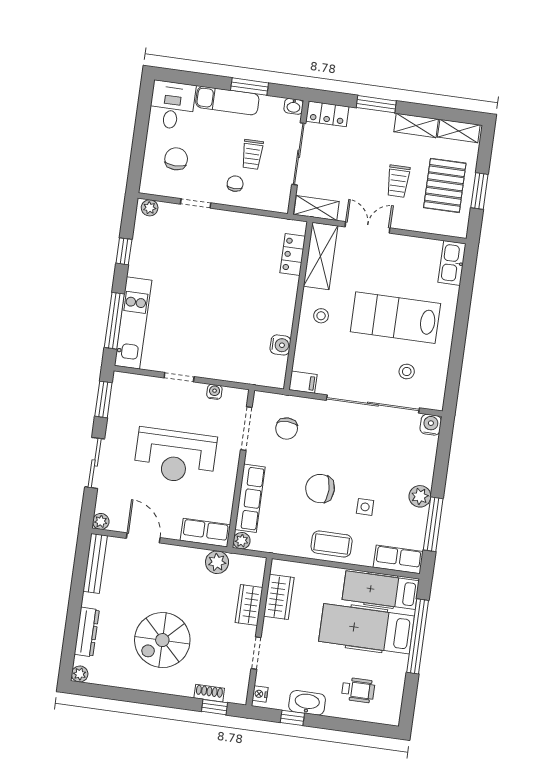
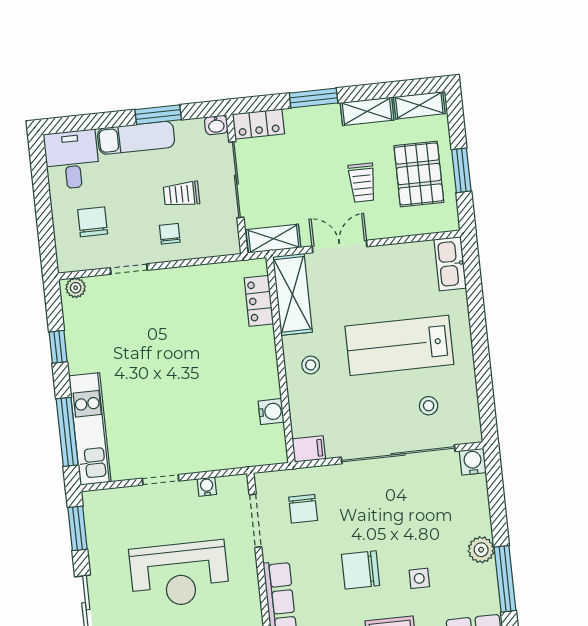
trolley: (252, 154) -> (181, 194), turned 90

